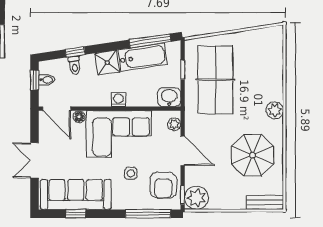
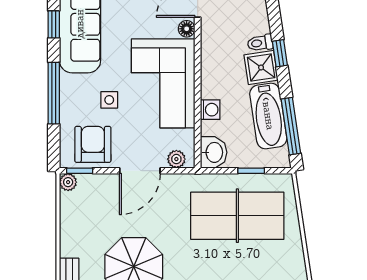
window: (75, 52) -> (280, 53), moved
toilet: (75, 65) -> (260, 43), moved
washing machine: (118, 100) -> (210, 110), moved
armchair: (163, 185) -> (93, 144), turned 90
plant: (196, 198) -> (68, 182), width x0.53, depth x0.53
window: (148, 214) -> (54, 93), moved

